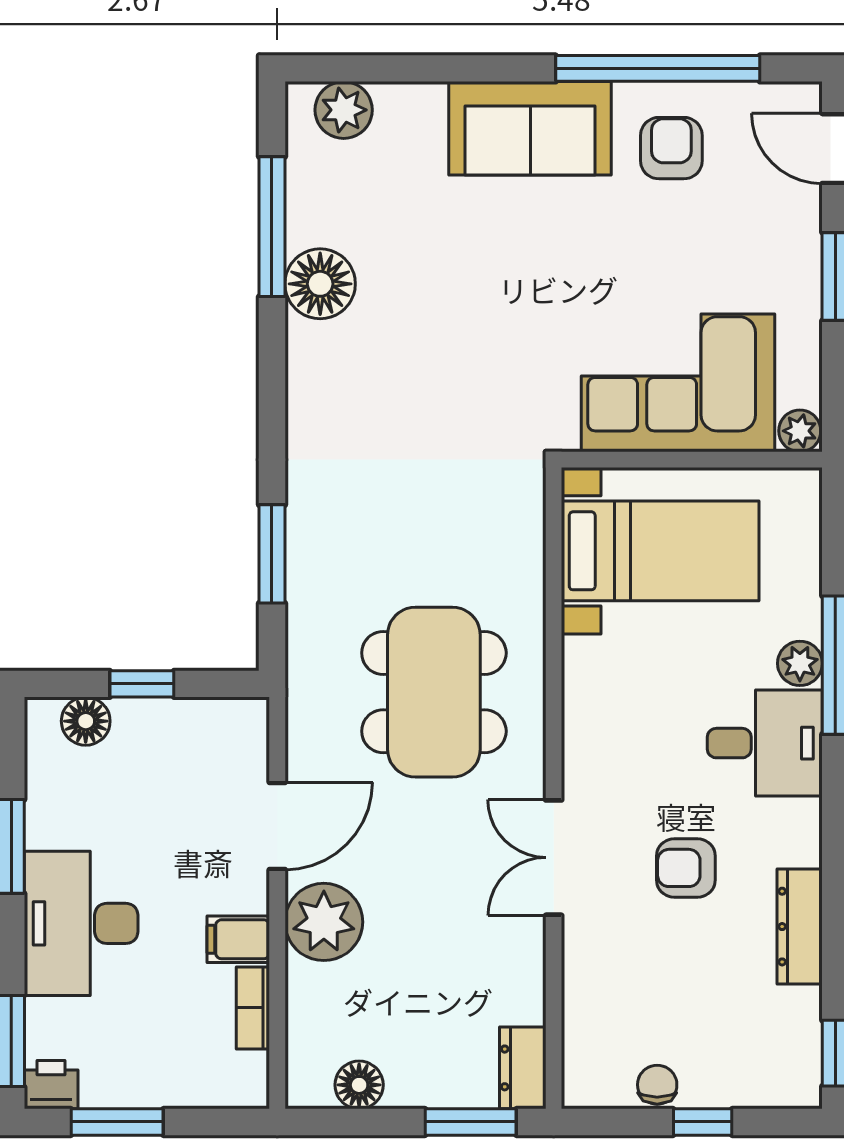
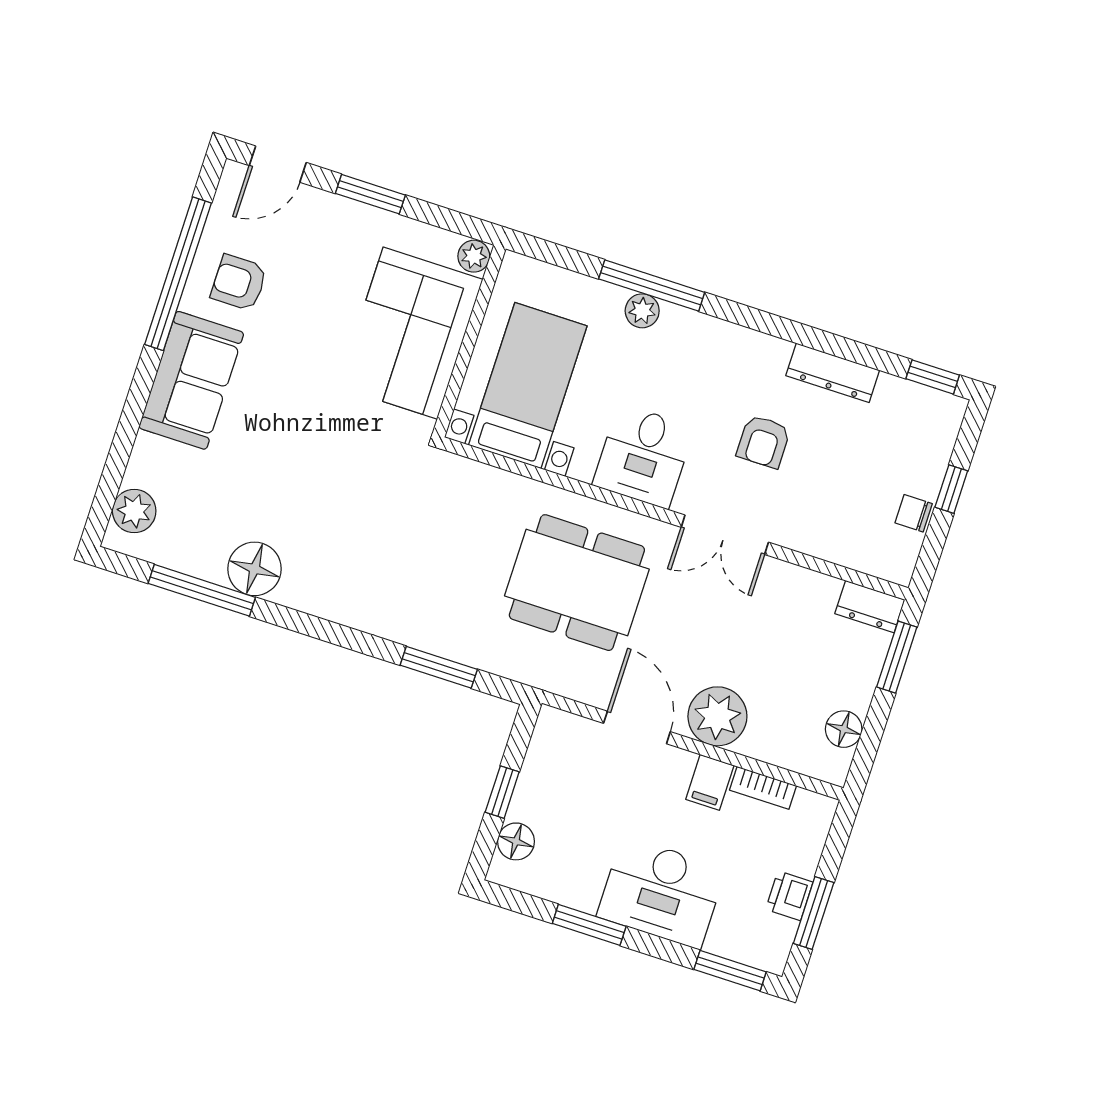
desk: (765, 743) -> (643, 456), moved, turned 180
printer: (51, 1085) -> (789, 896), moved

